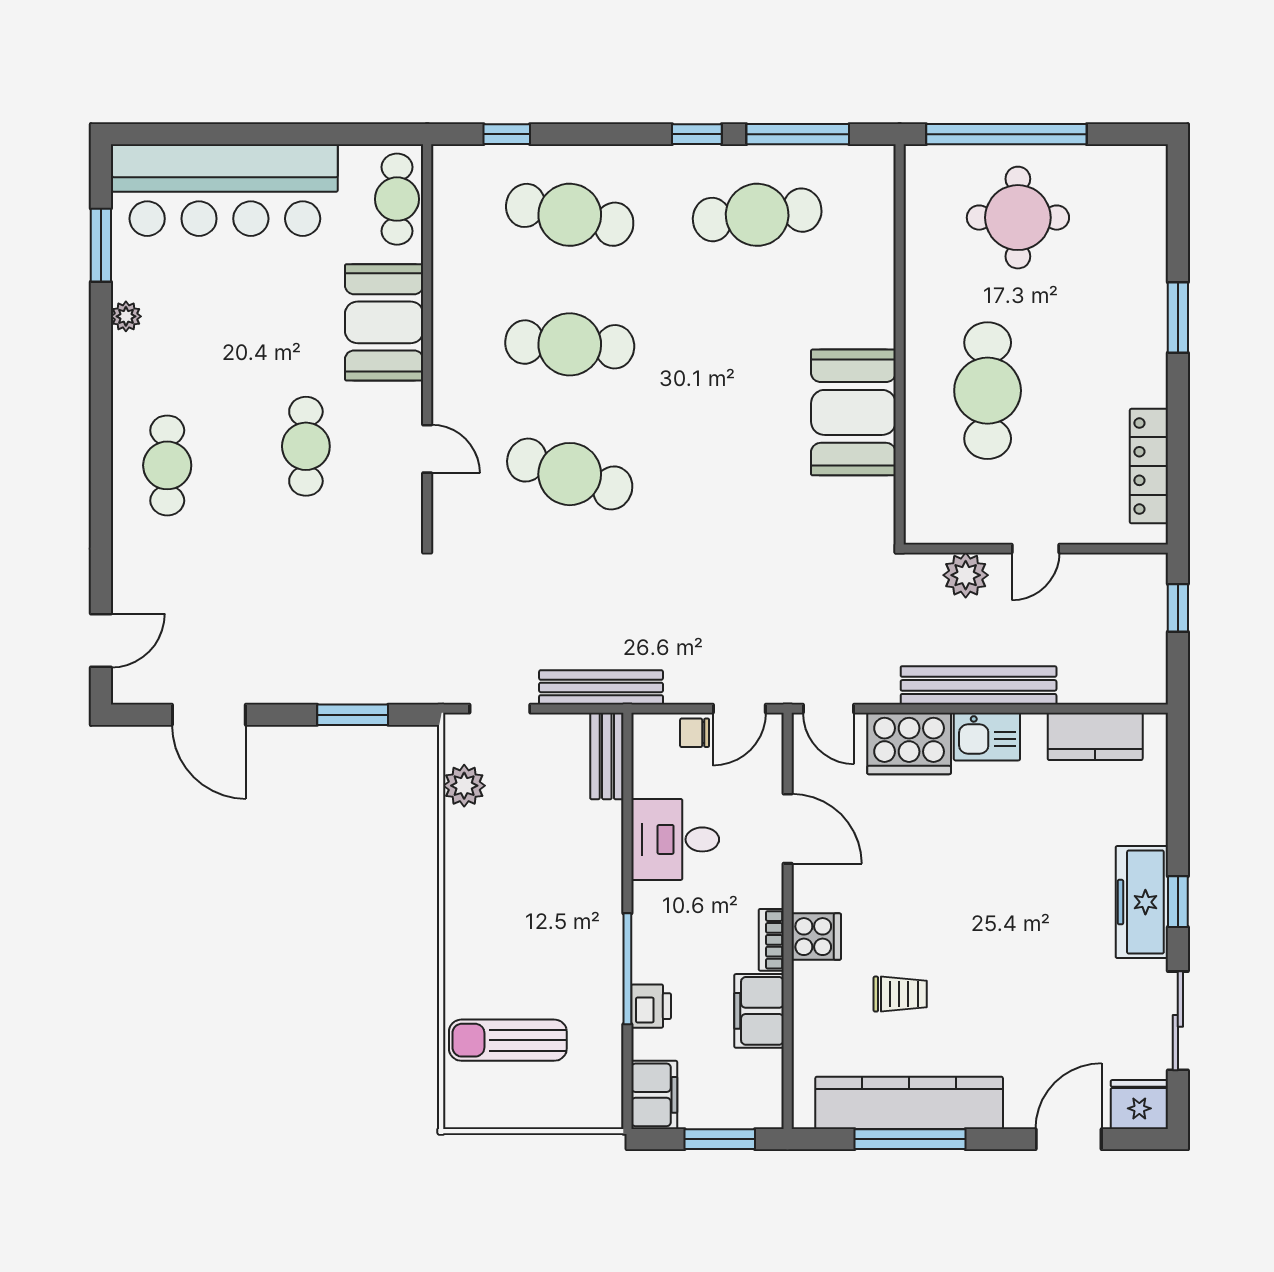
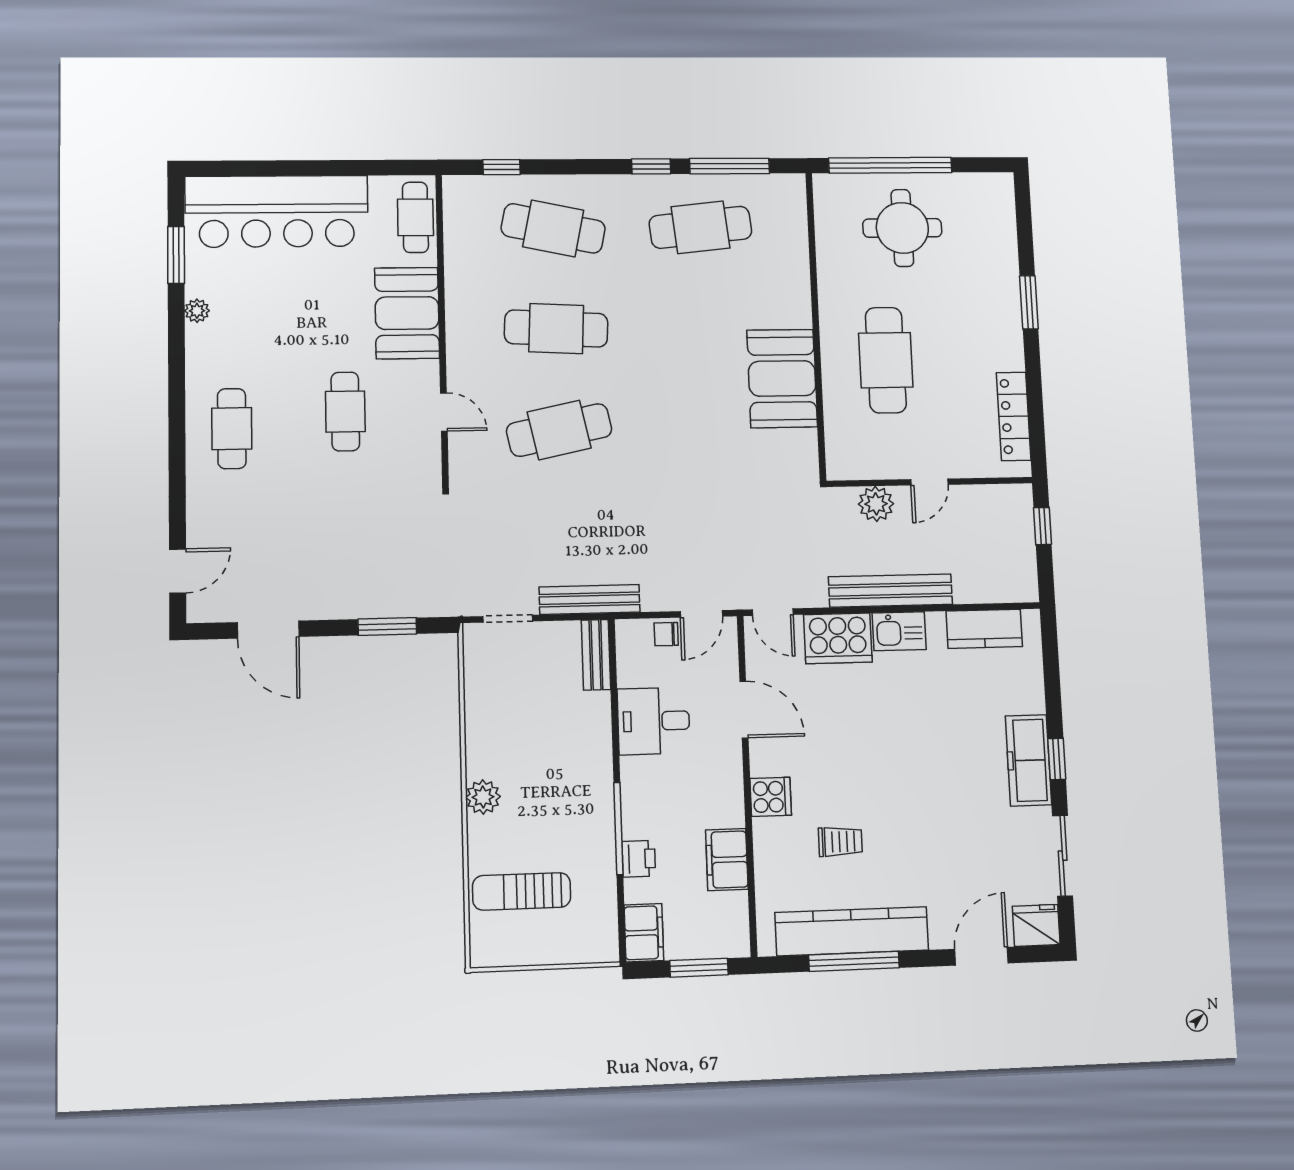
cafe table: (570, 474) -> (559, 430), turned -30
plant: (464, 786) -> (483, 797), moved
bookcase: (771, 940) -> (734, 801), removed

